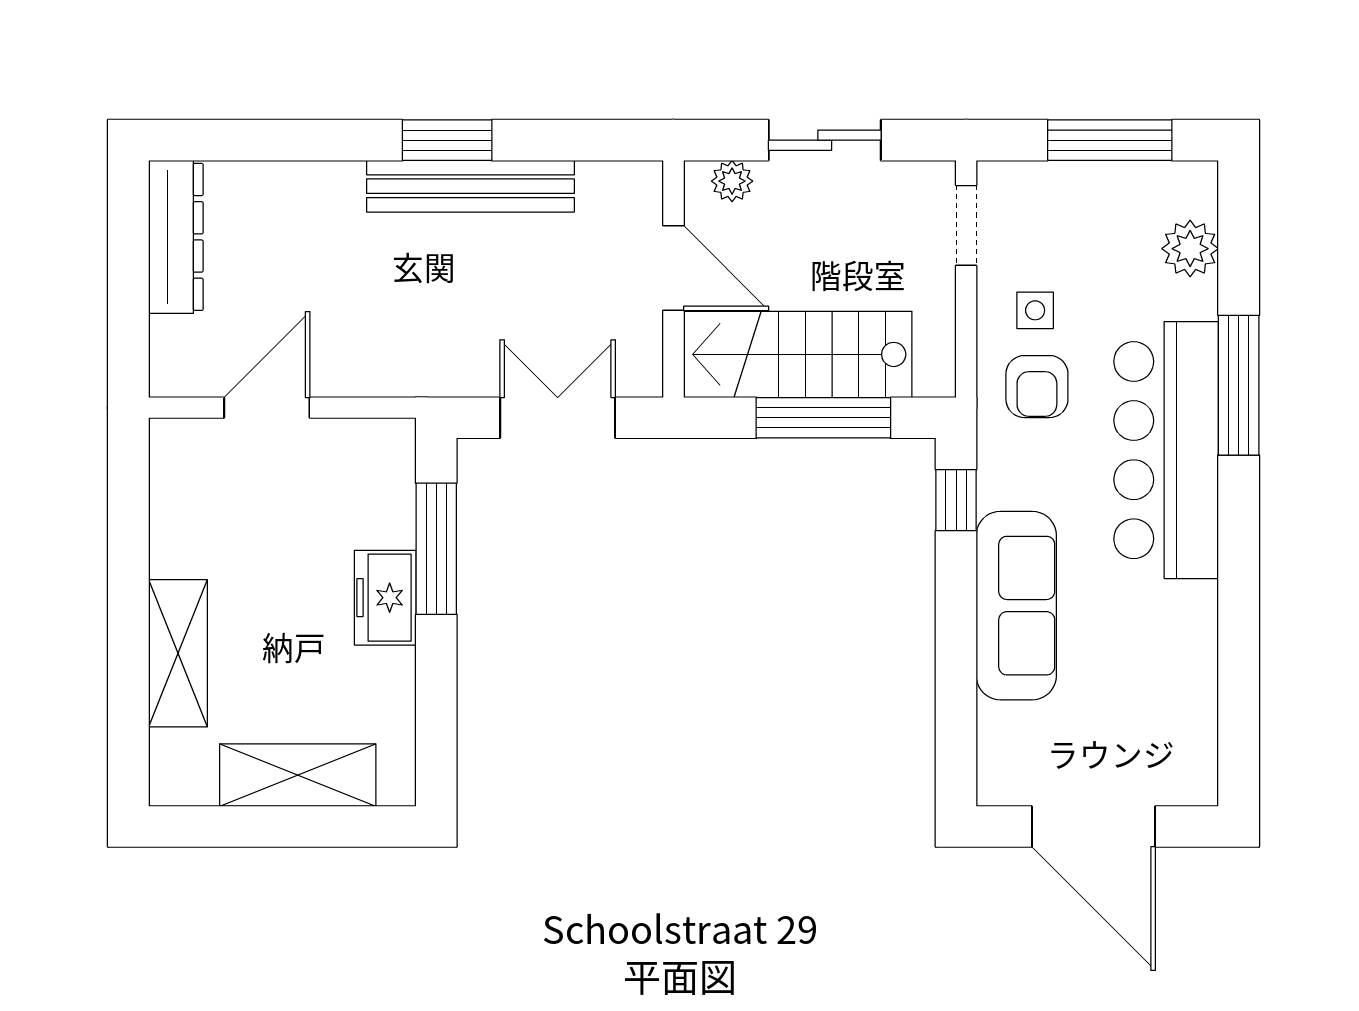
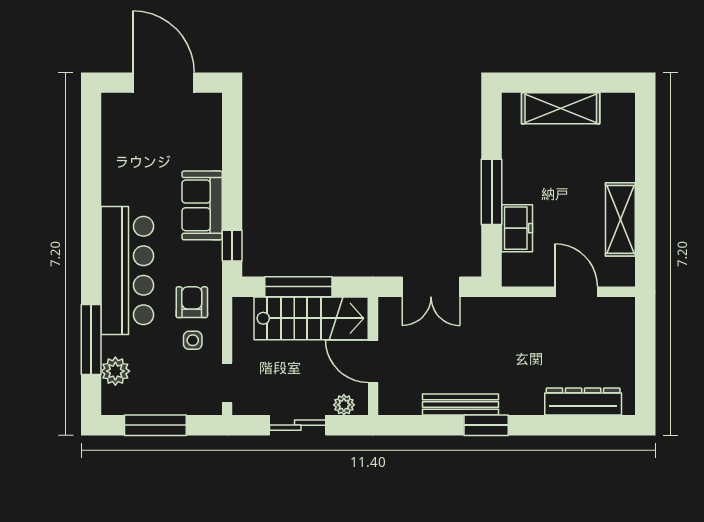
bench: (470, 186) -> (461, 405), width x0.73, depth x0.82
dresser: (176, 237) -> (583, 402), moved, turned 90
window: (1239, 385) -> (91, 340), moved
door: (267, 408) -> (576, 292), swing flipped
window: (436, 549) -> (492, 192), moved
freezer: (385, 598) -> (517, 228), moved
sofa: (1016, 606) -> (202, 205), width x0.73
shelving: (178, 653) -> (620, 219), moved

